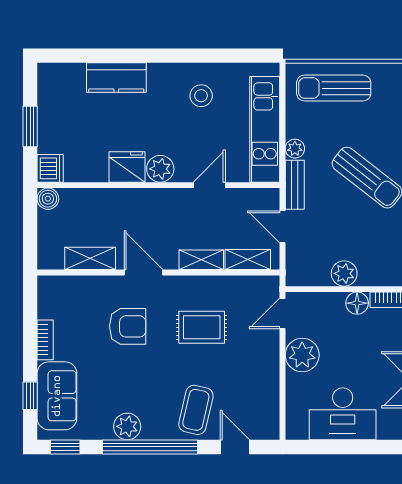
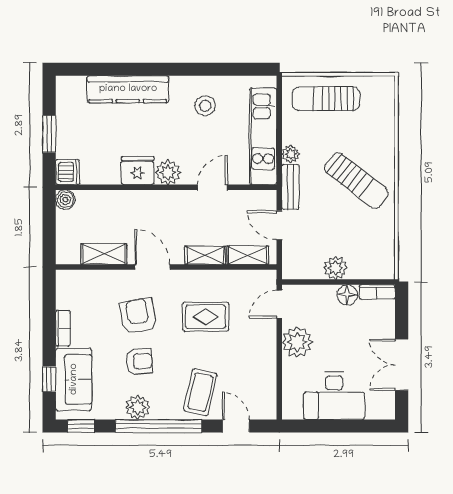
kitchen counter: (116, 78) -> (128, 89), width x1.50
armchair: (128, 326) -> (138, 316), turned -100
armchair: (129, 376) -> (139, 361), added

